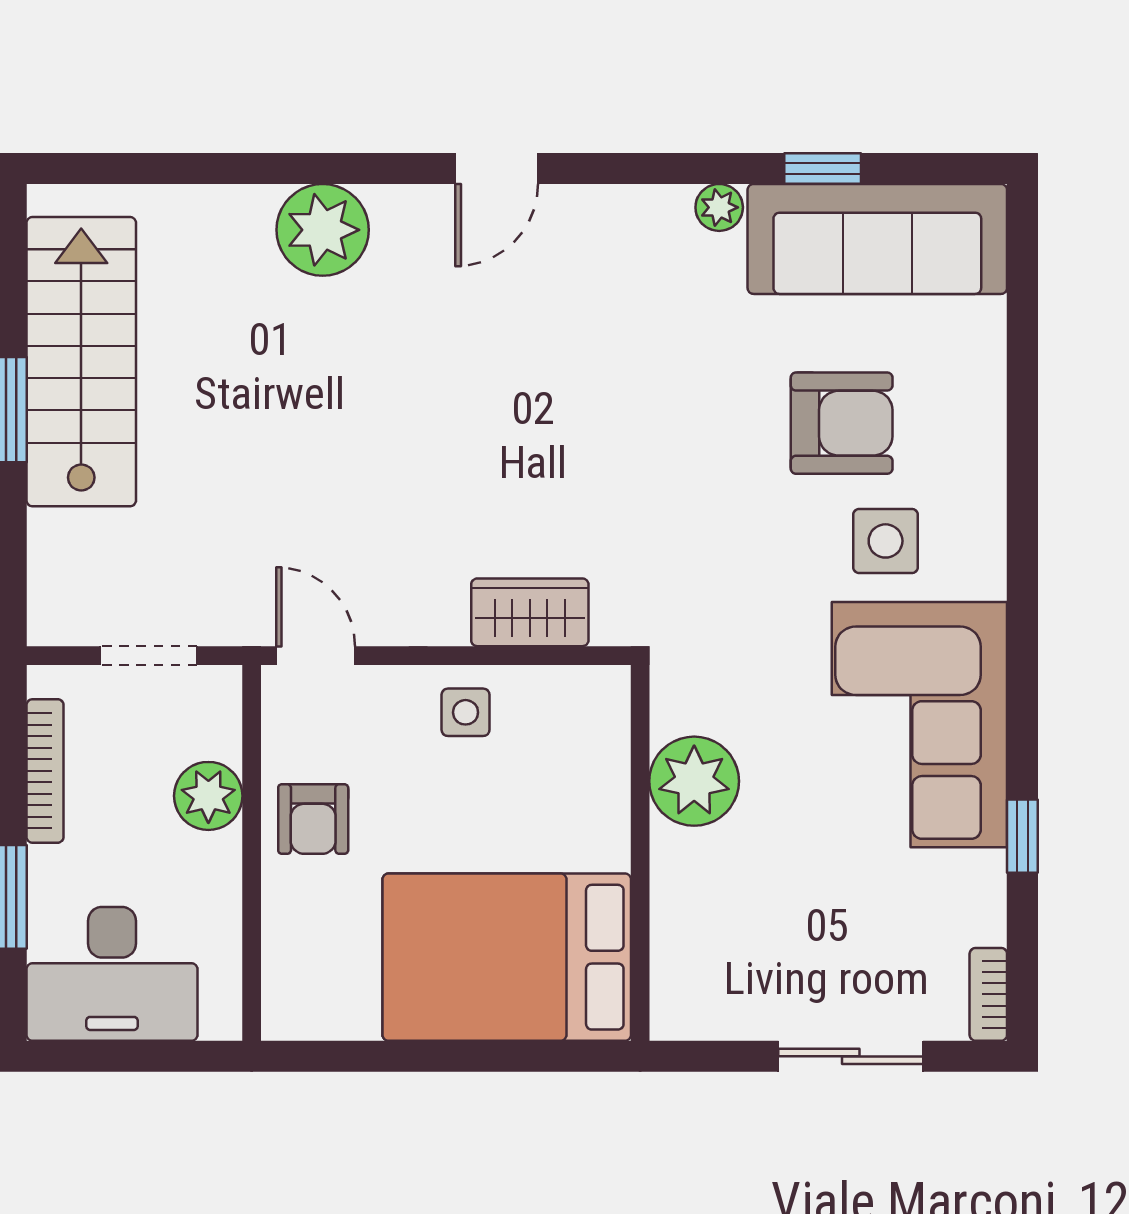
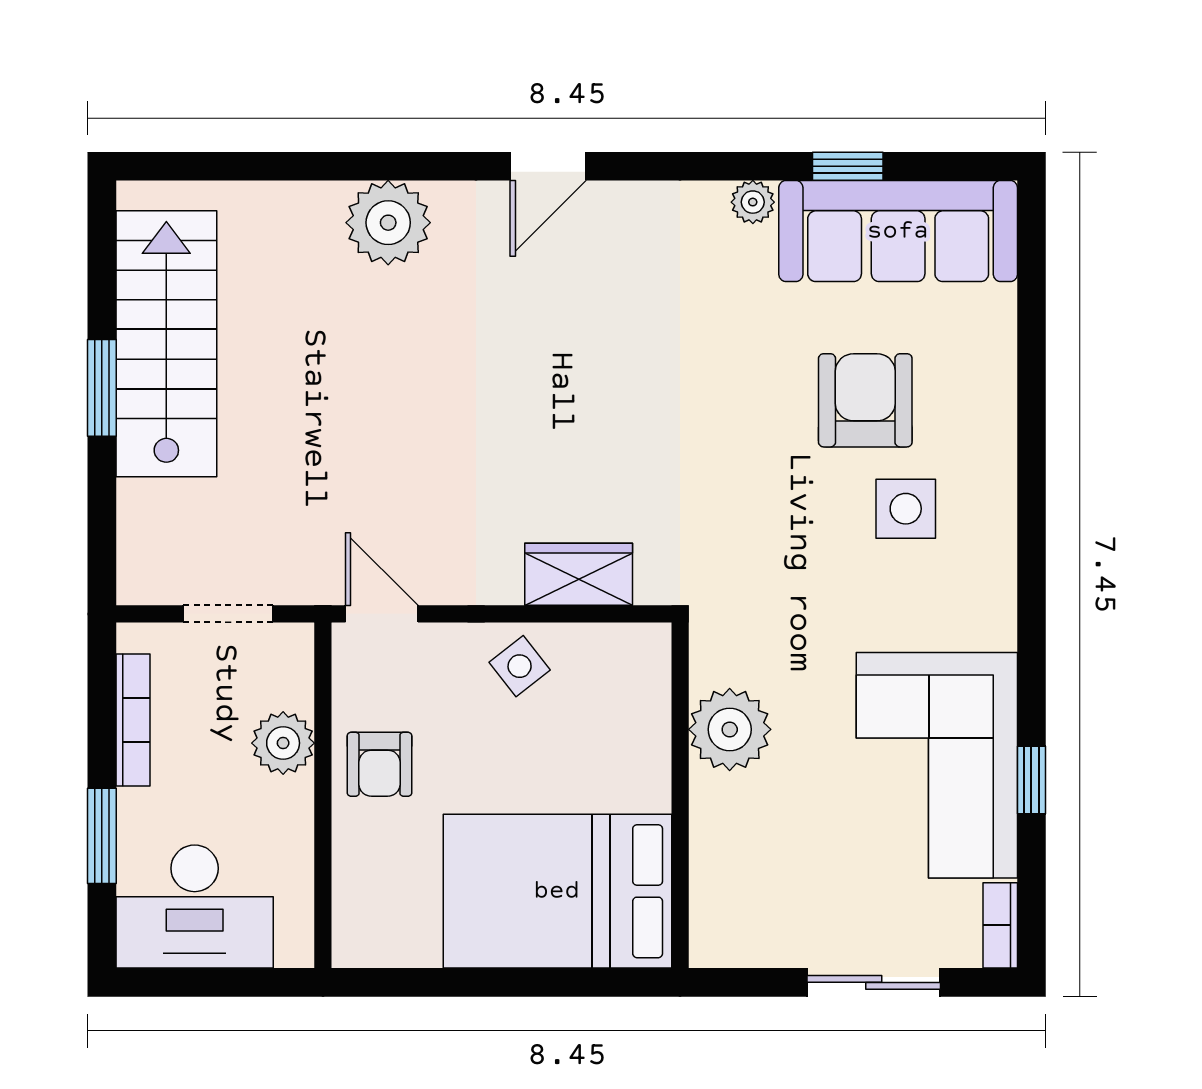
armchair: (842, 423) -> (865, 400), turned -90
side table: (466, 712) -> (520, 666), turned -38
corner sofa: (919, 725) -> (937, 765), moved

